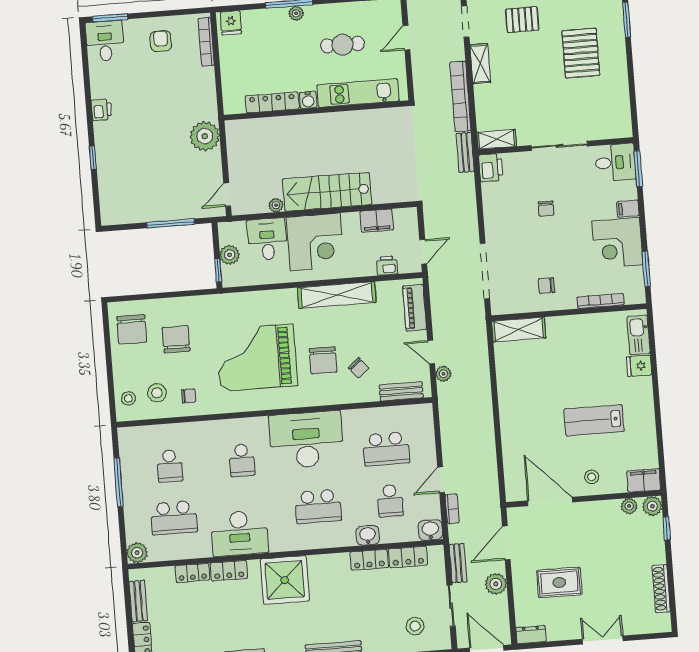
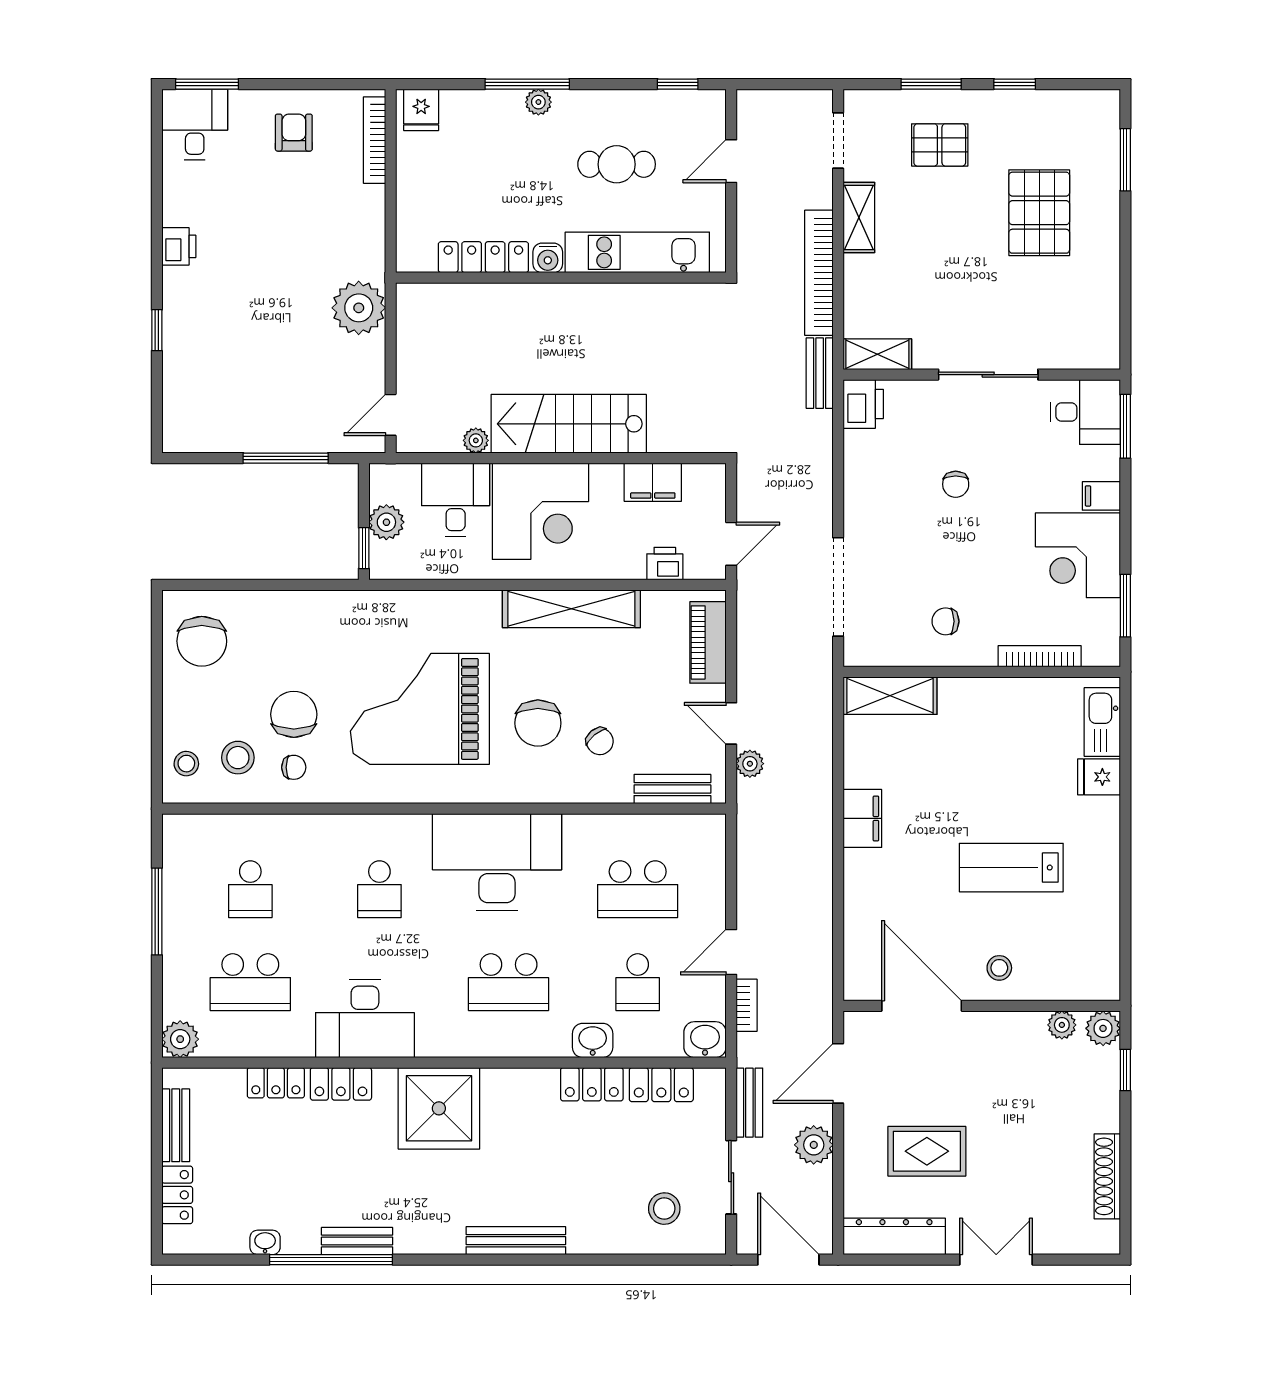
chair: (176, 339) -> (294, 714), moved
filing cabinet: (644, 480) -> (862, 818), moved, turned 90
dresser: (531, 635) -> (894, 1236), width x1.96, depth x1.24

